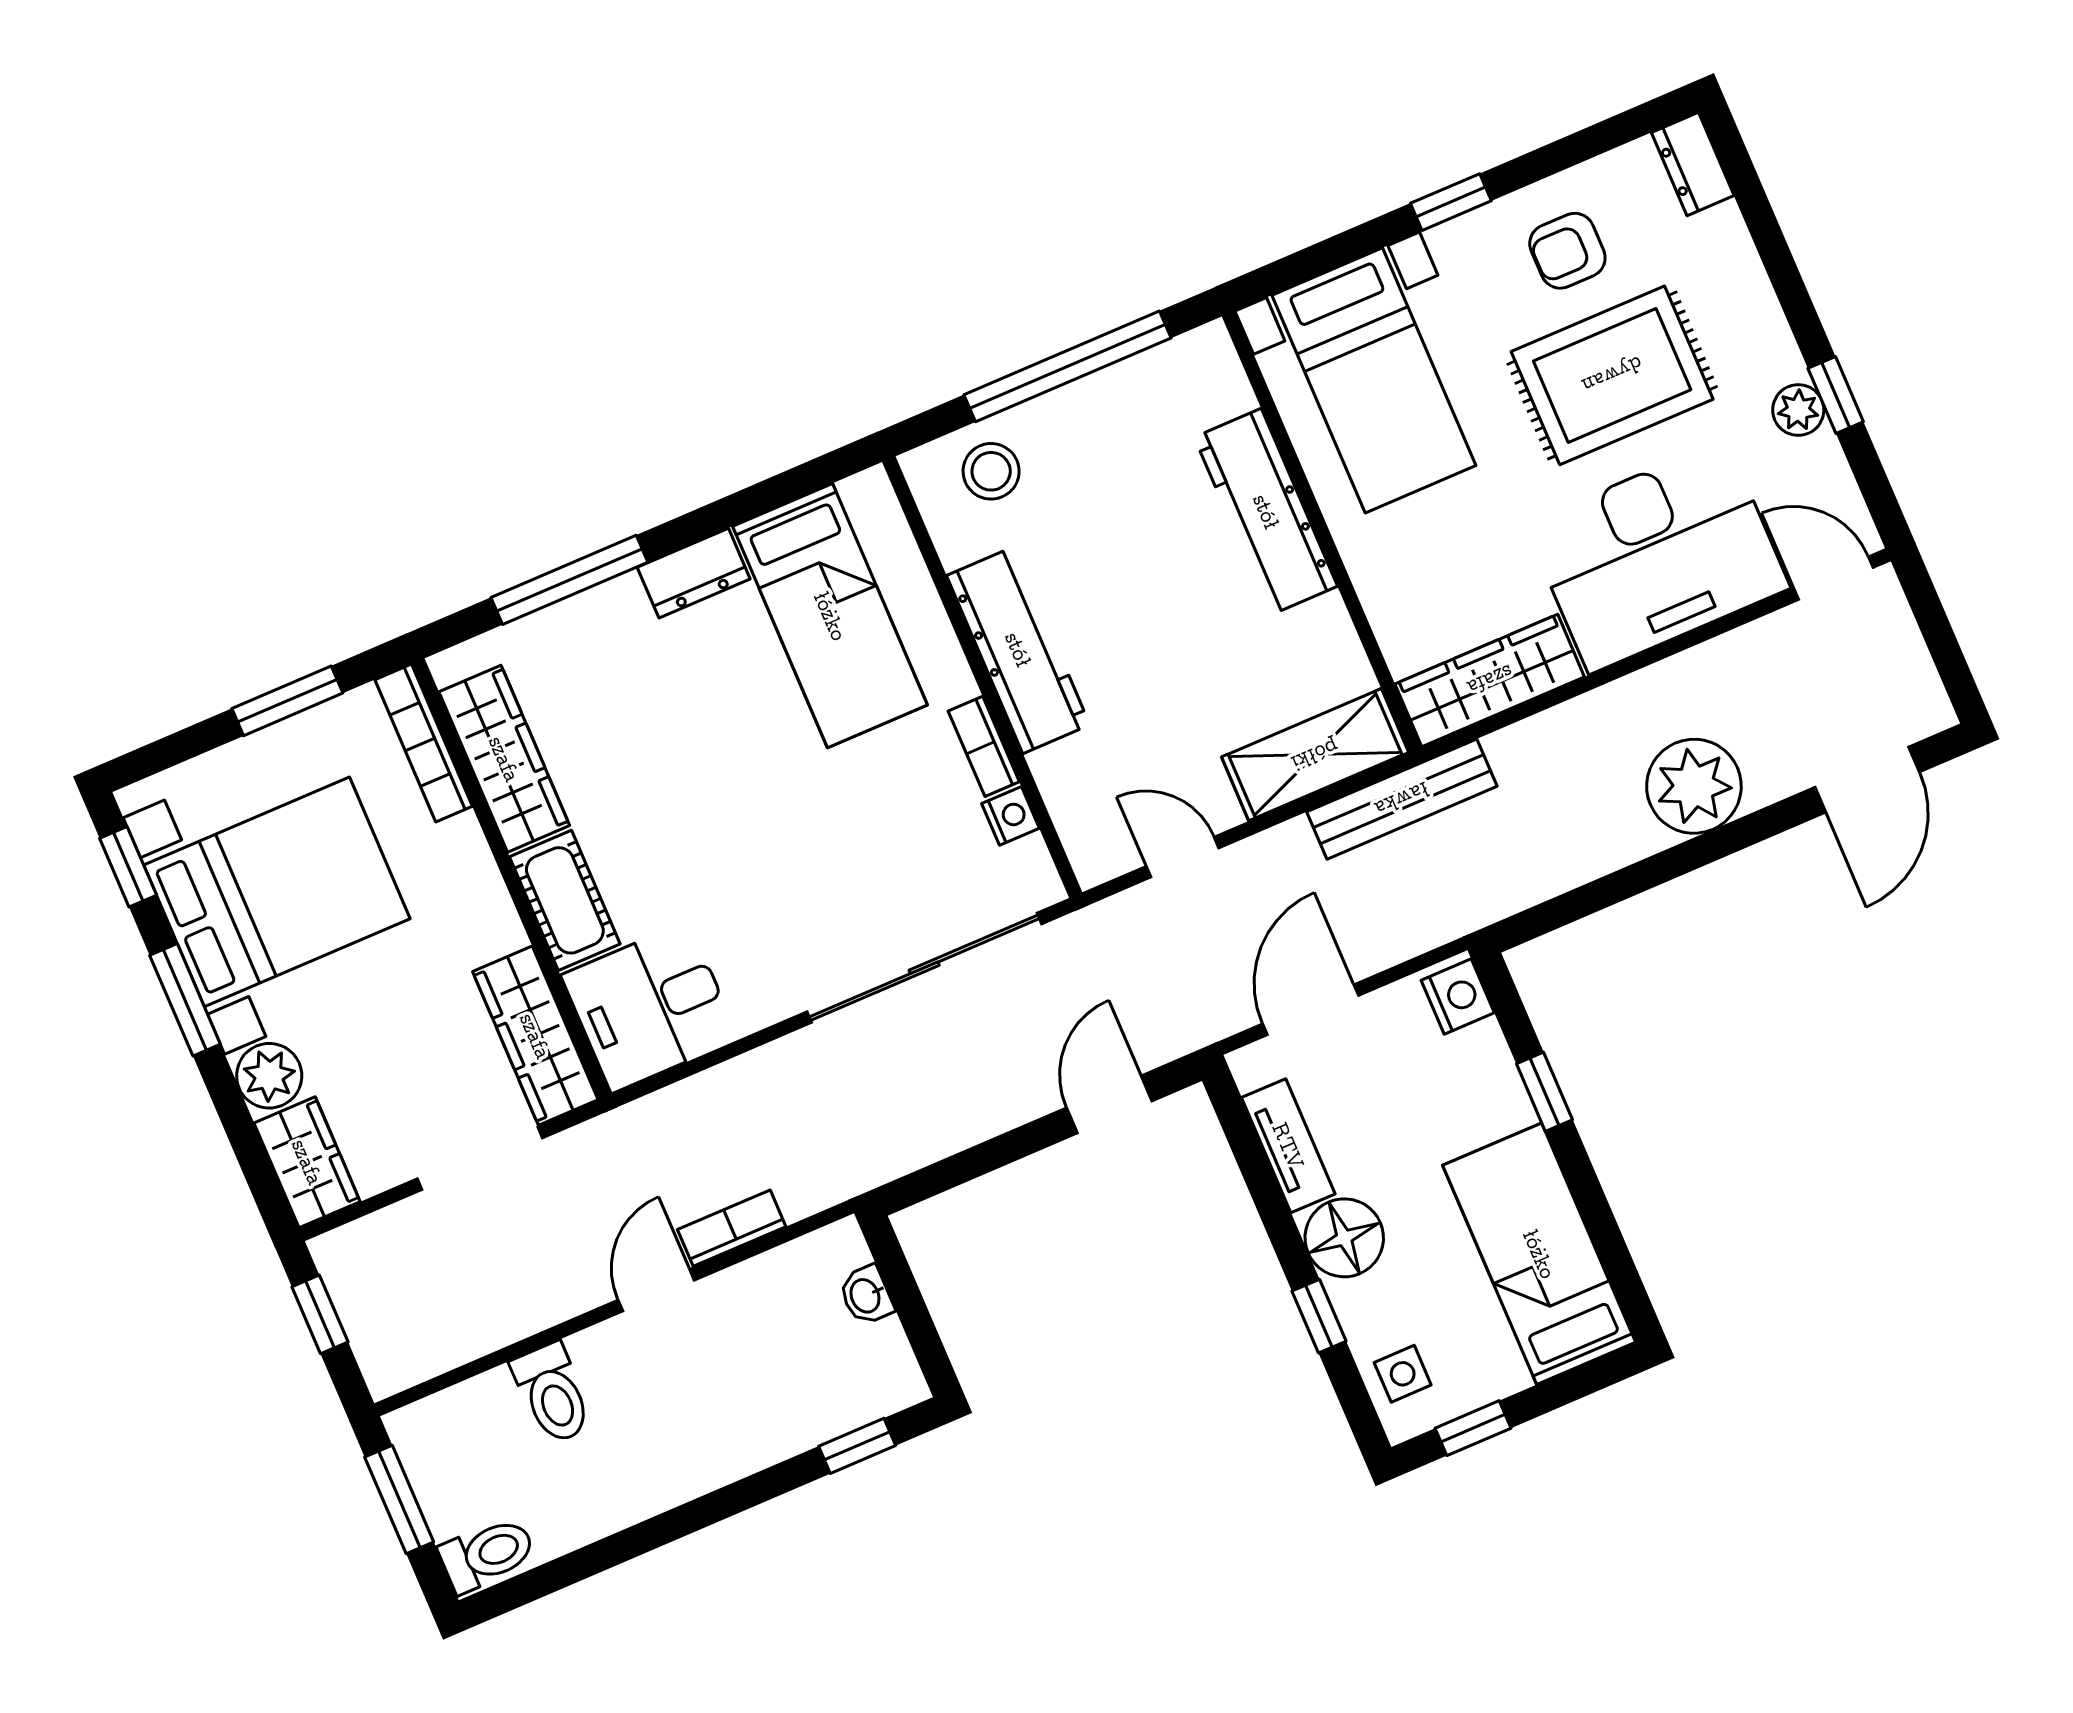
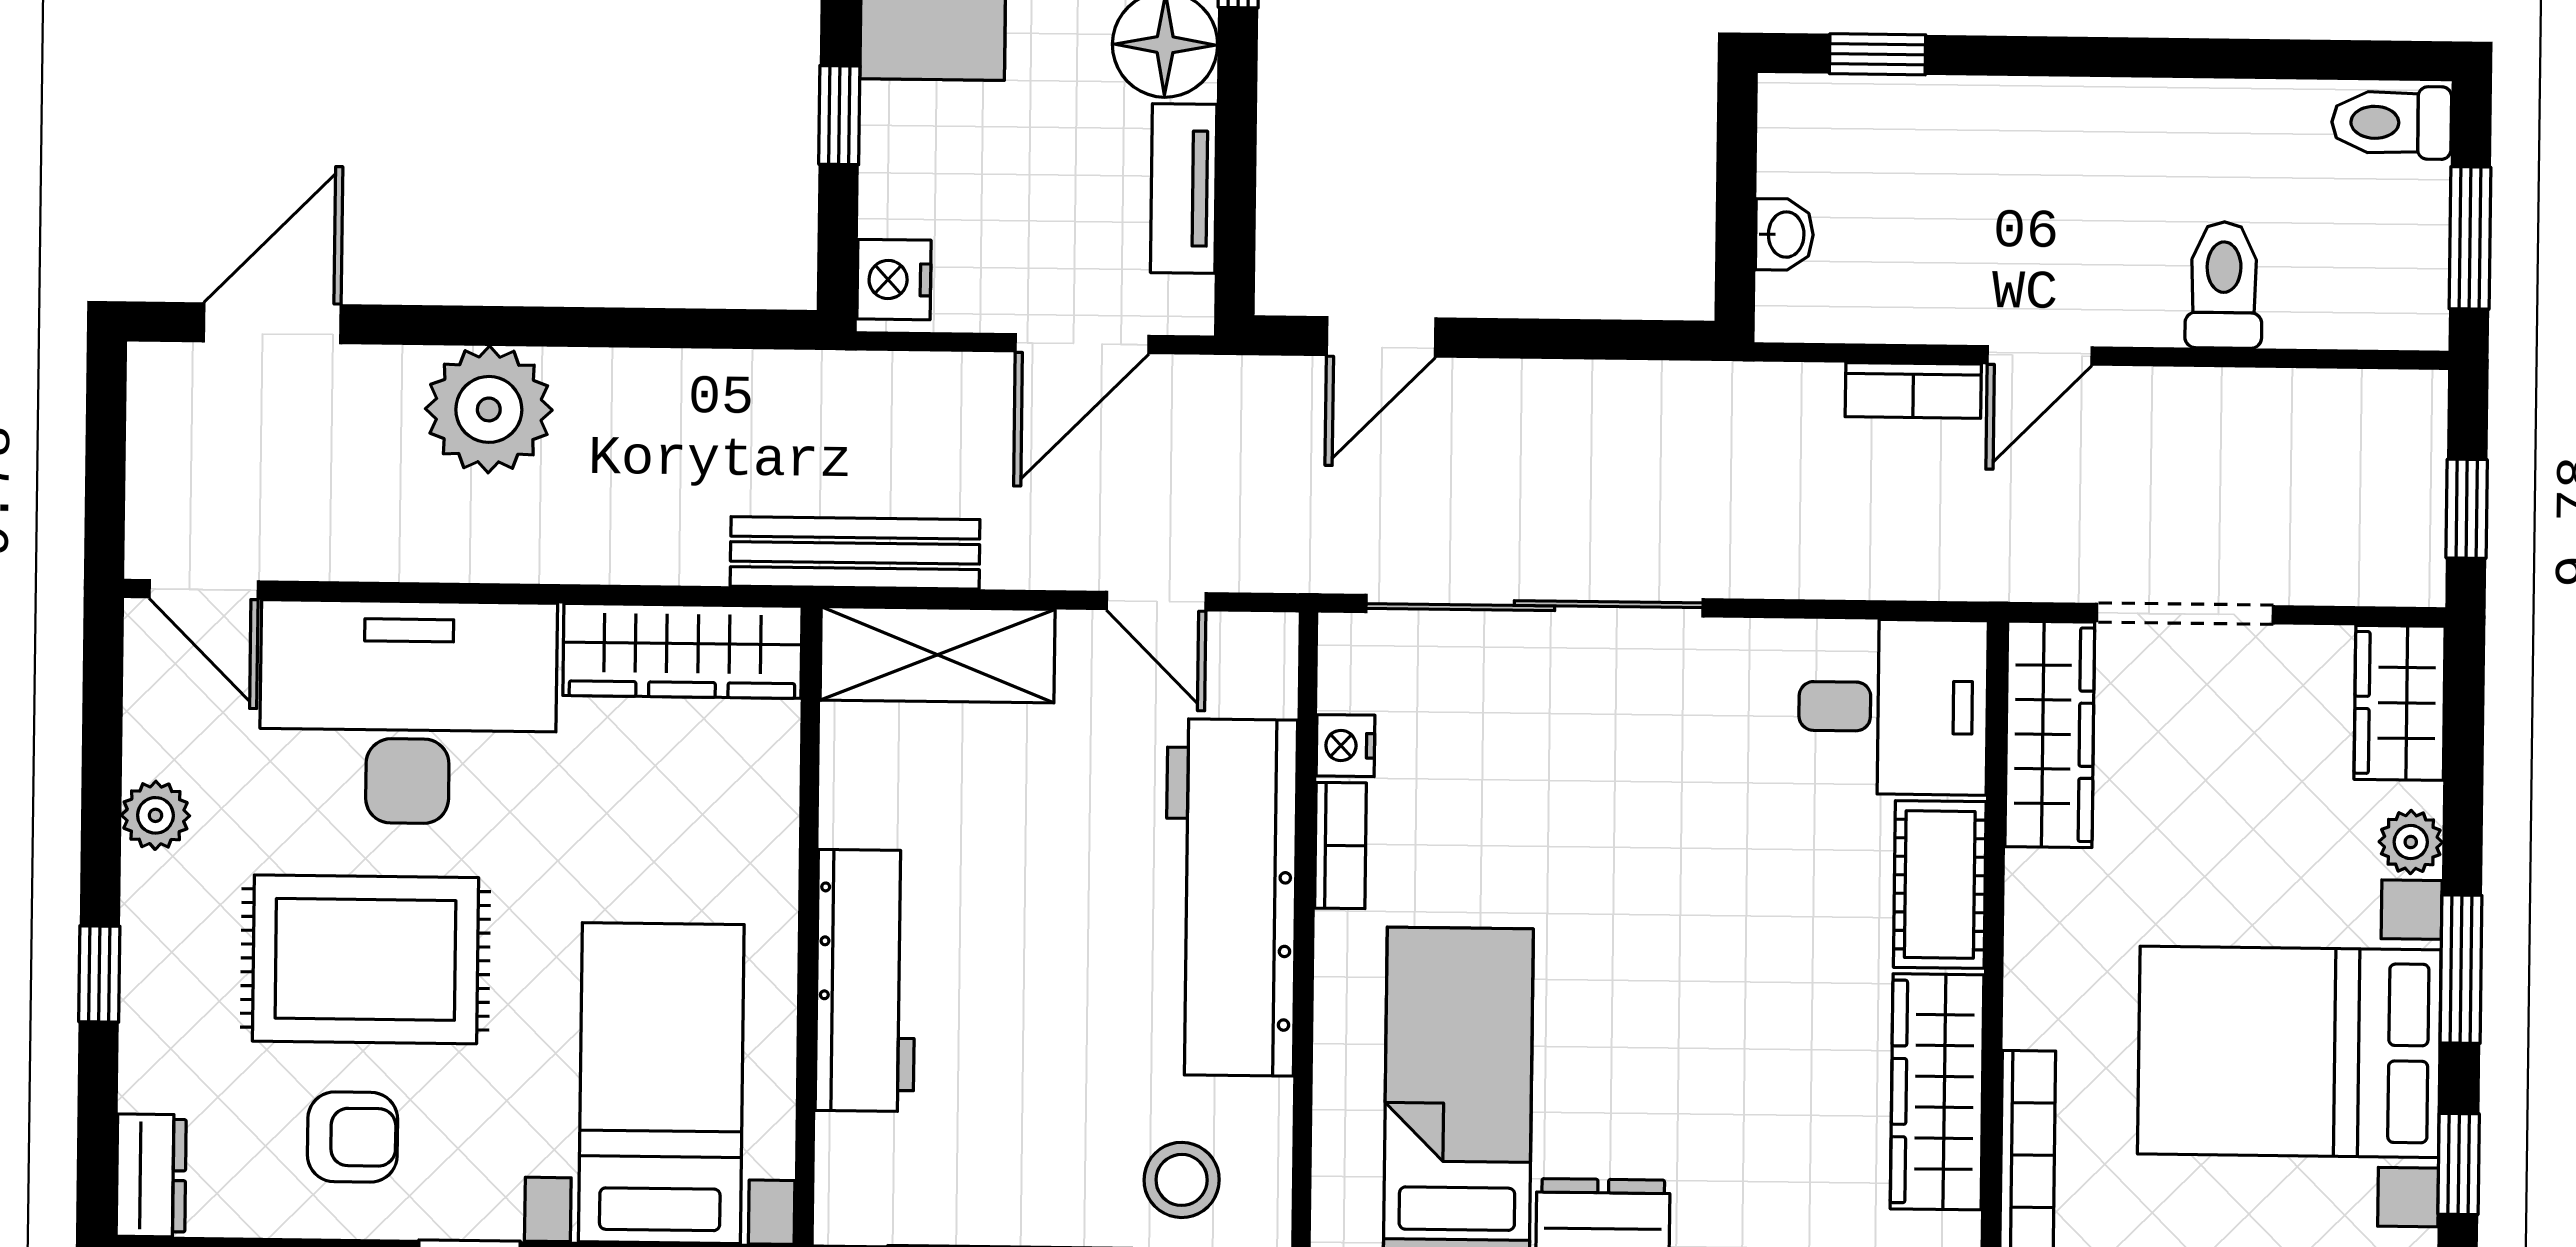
window: (1836, 395) -> (99, 974), moved
workbench: (1018, 650) -> (1231, 897), width x1.36, depth x1.32
plant: (269, 1076) -> (2411, 842), width x0.73, depth x0.73

